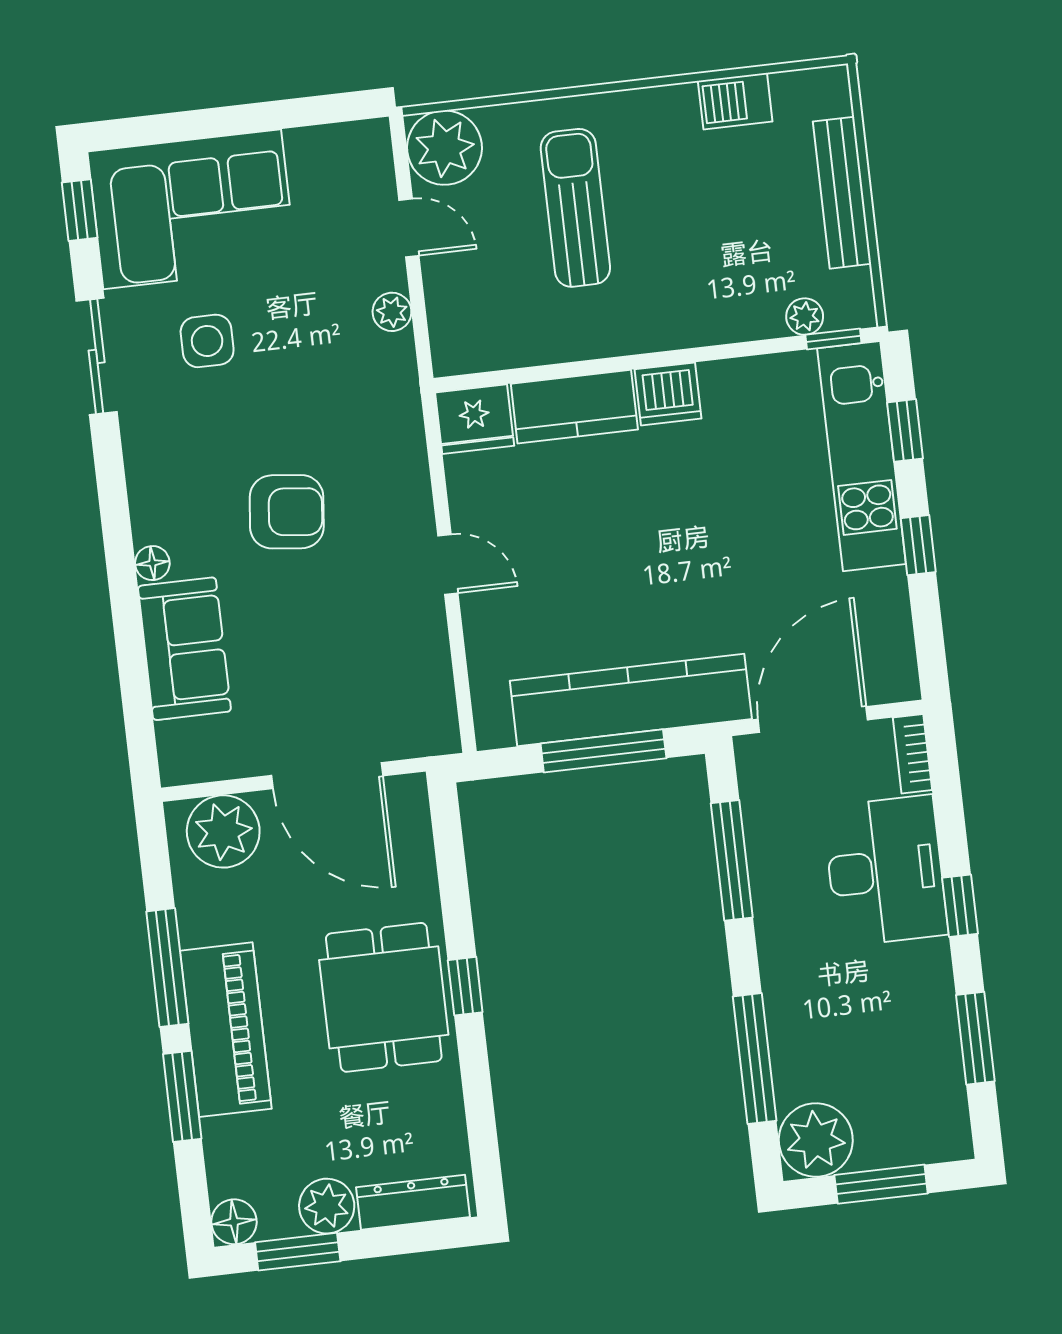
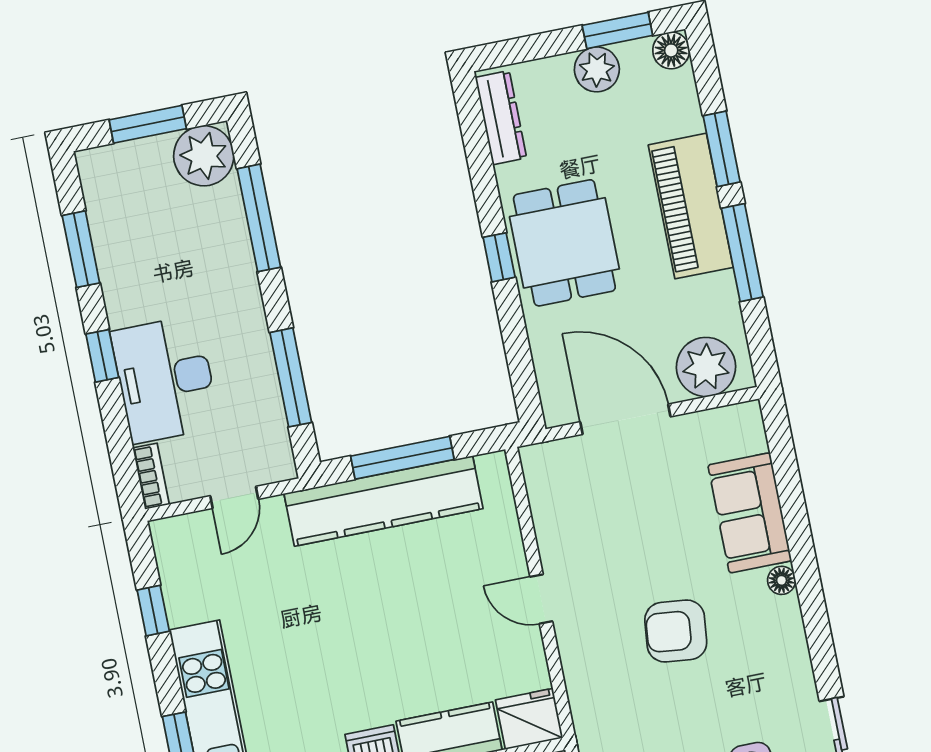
window: (918, 545) -> (153, 611), moved
door: (813, 719) -> (234, 497), width x0.53
dresser: (413, 1202) -> (501, 118), moved, turned -90

